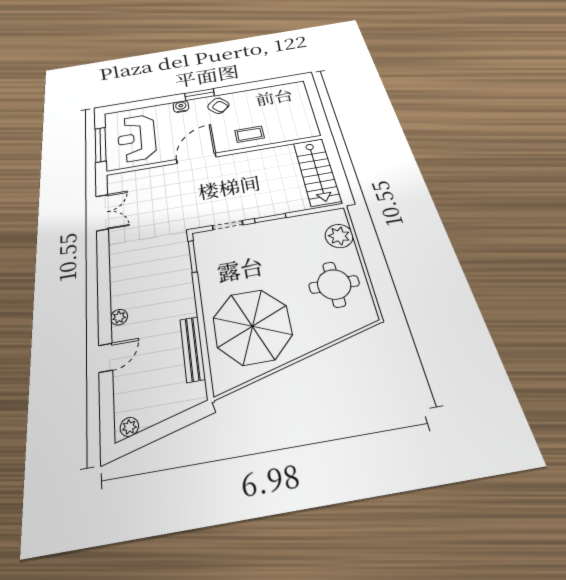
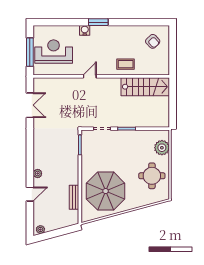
armchair: (218, 106) -> (153, 41), moved
reception desk: (137, 138) -> (54, 52), turned 90
door: (196, 158) -> (90, 76), width x0.53
stairs: (317, 171) -> (145, 87), moved, turned -90
bench: (192, 349) -> (74, 197), width x0.73

